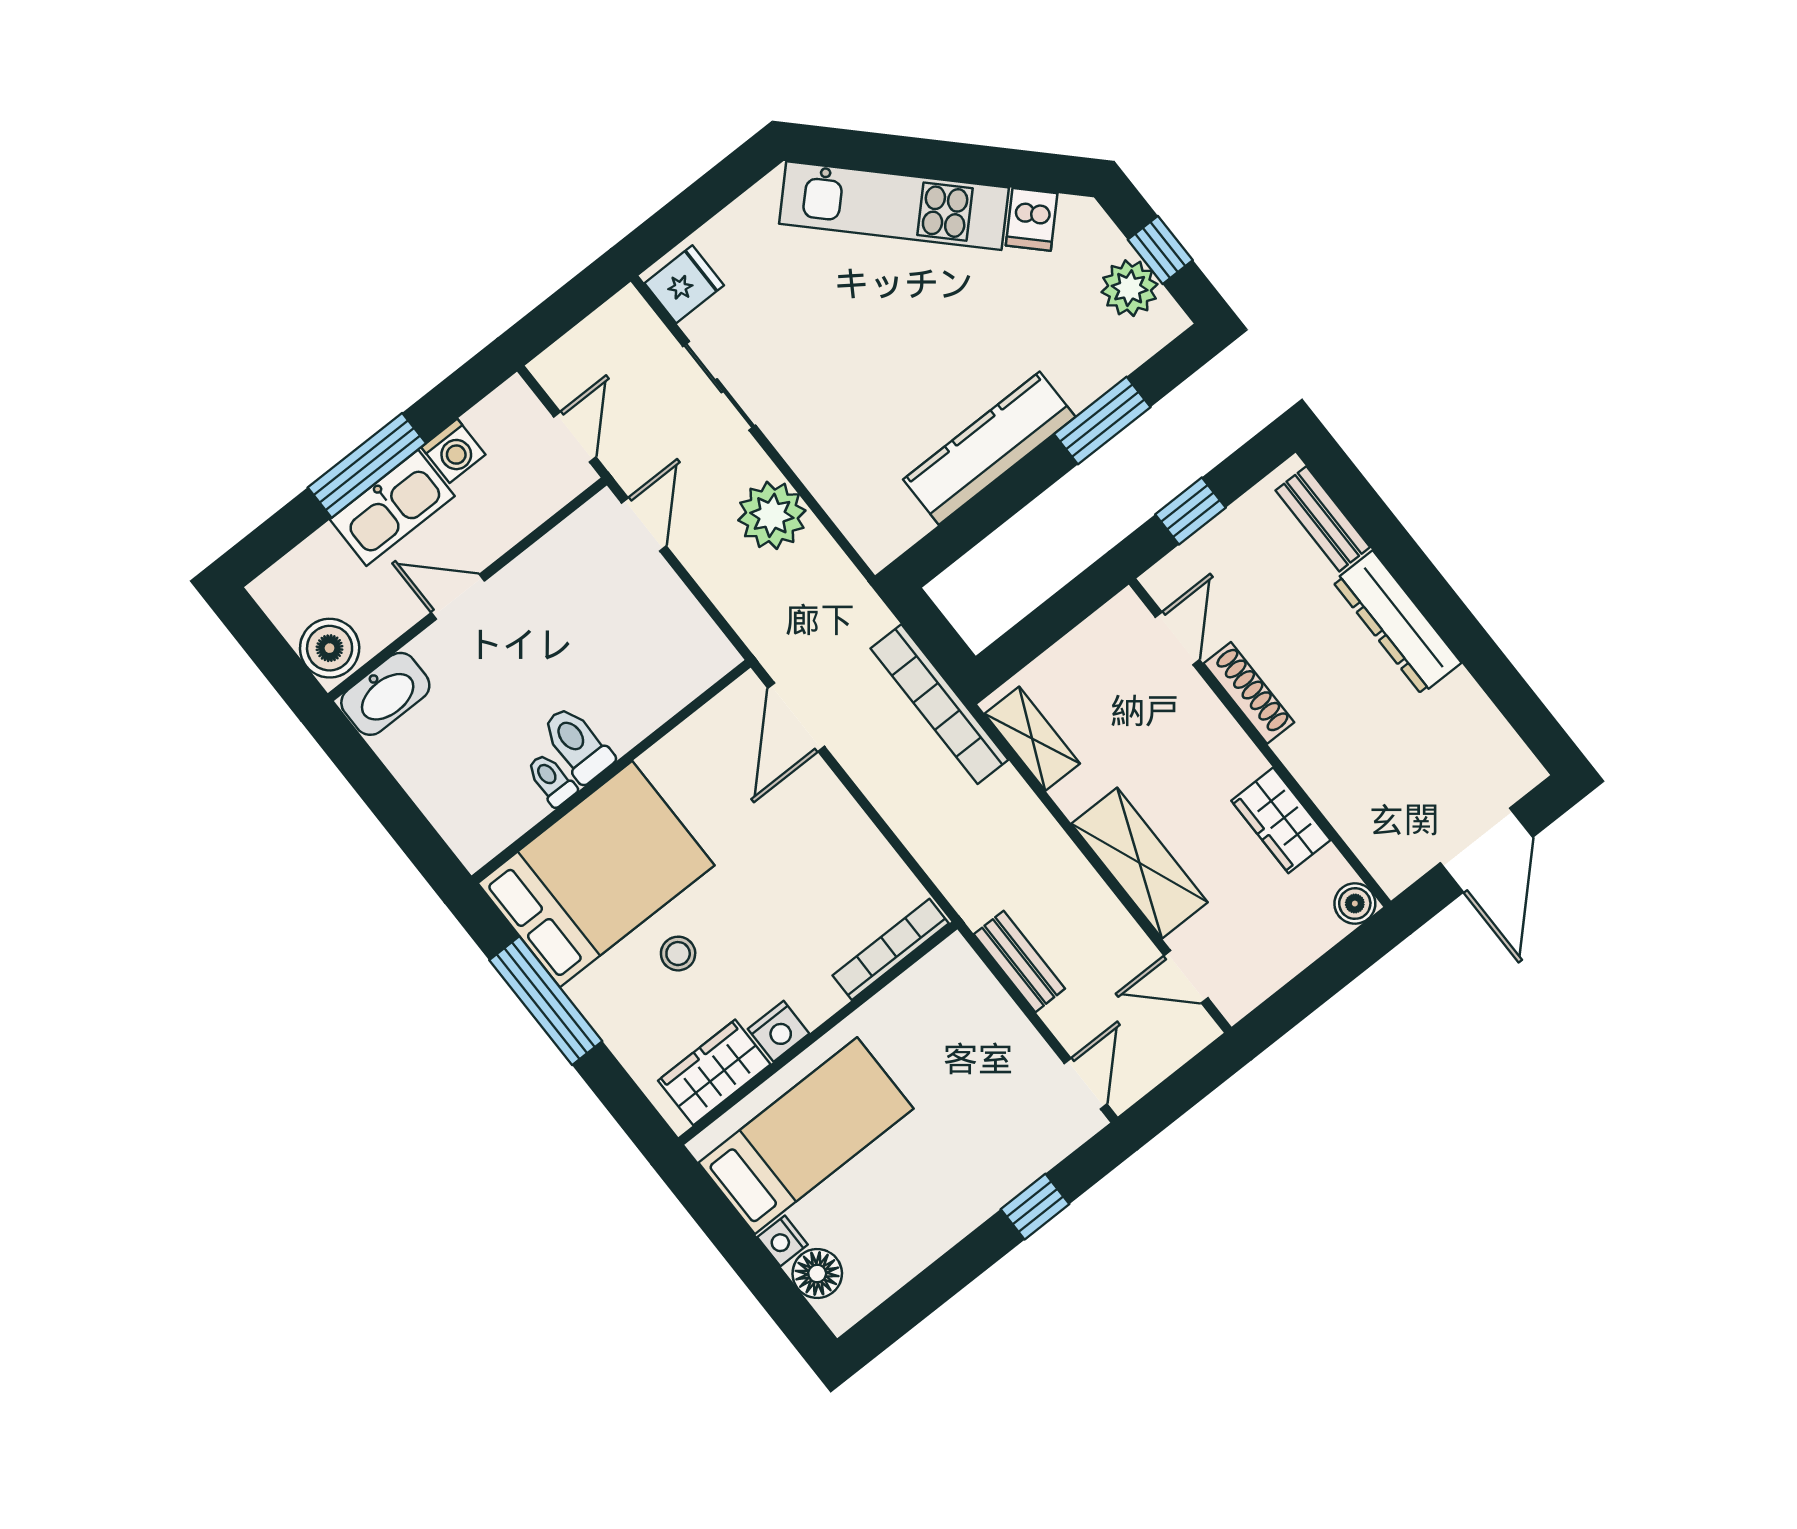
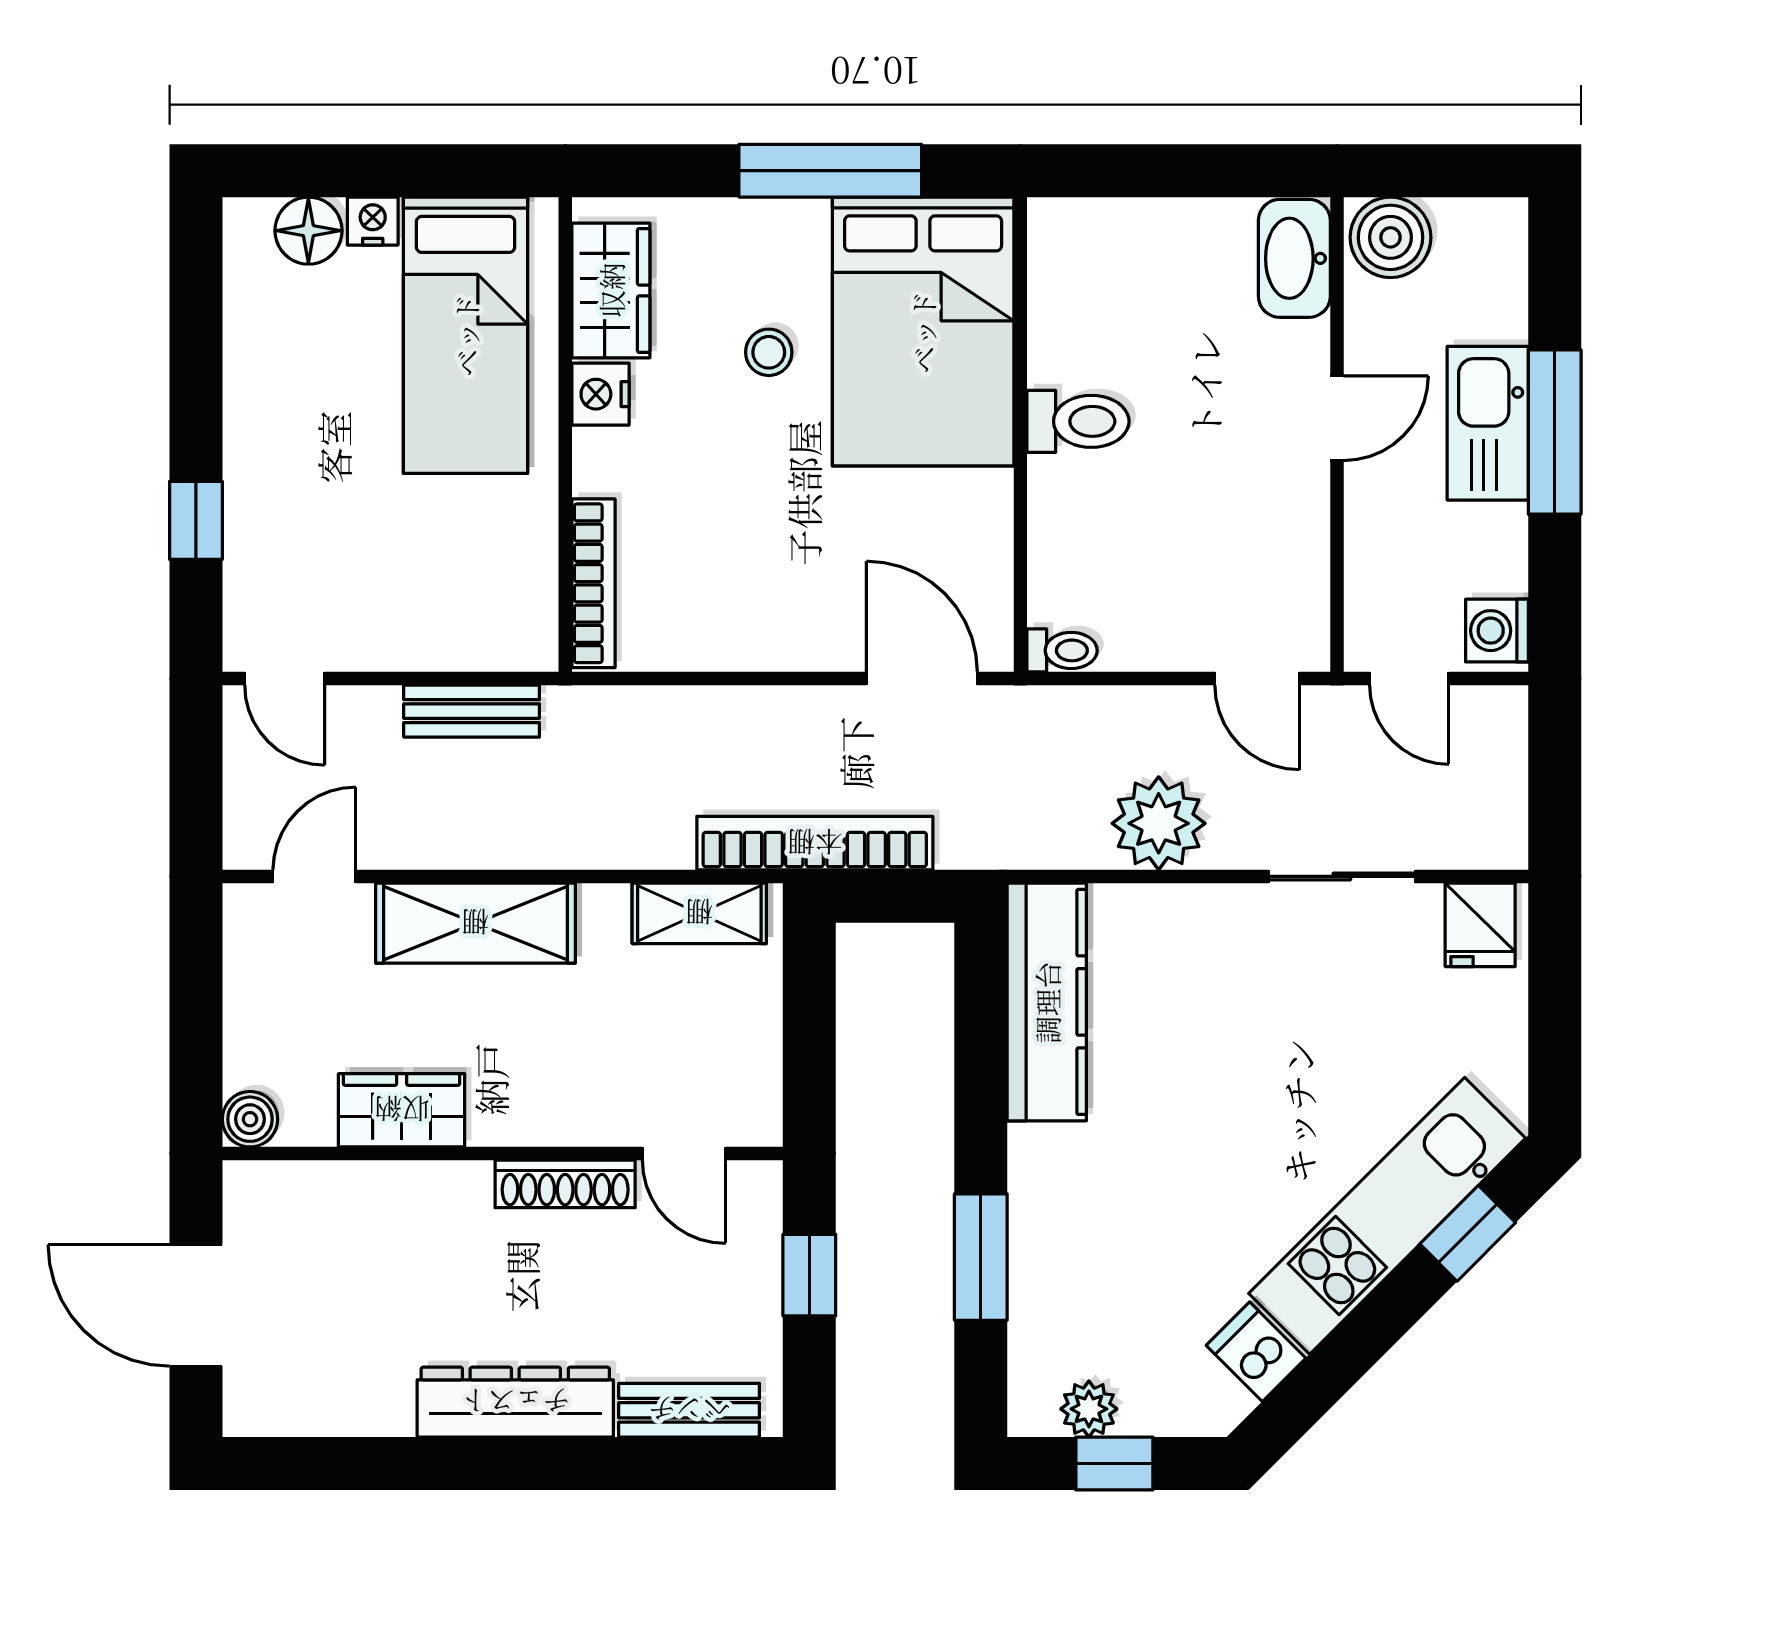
window: (867, 151) -> (1468, 1233), added
plant: (1130, 288) -> (1089, 1409), width x0.73, depth x0.73
kitchen counter: (989, 448) -> (1047, 1002), moved
washing machine: (453, 451) -> (1497, 631), moved
toilet: (551, 780) -> (1062, 650), moved

